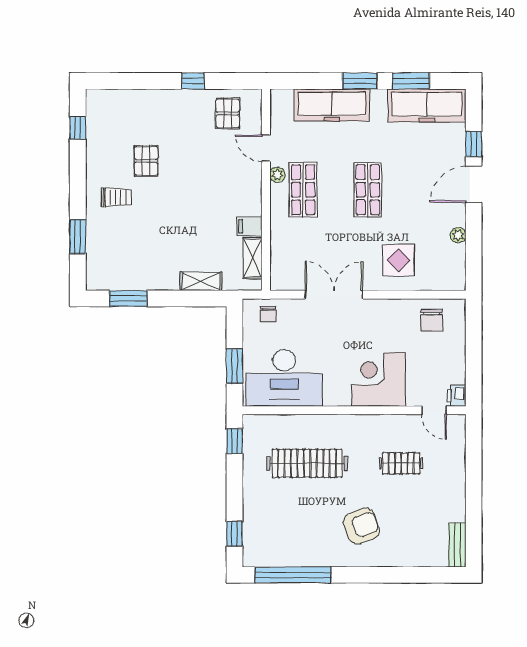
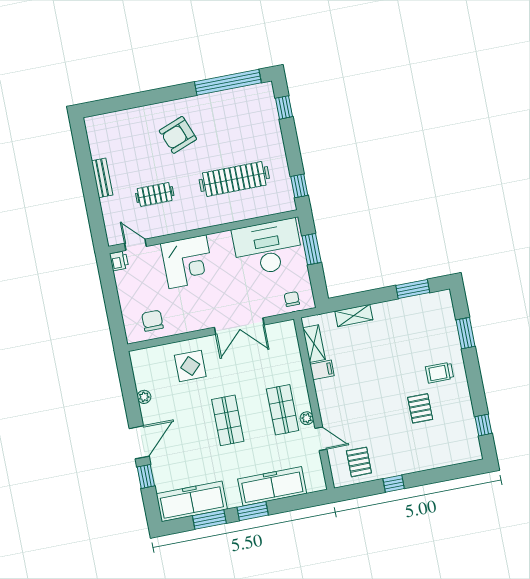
bench: (457, 545) -> (102, 178), moved

